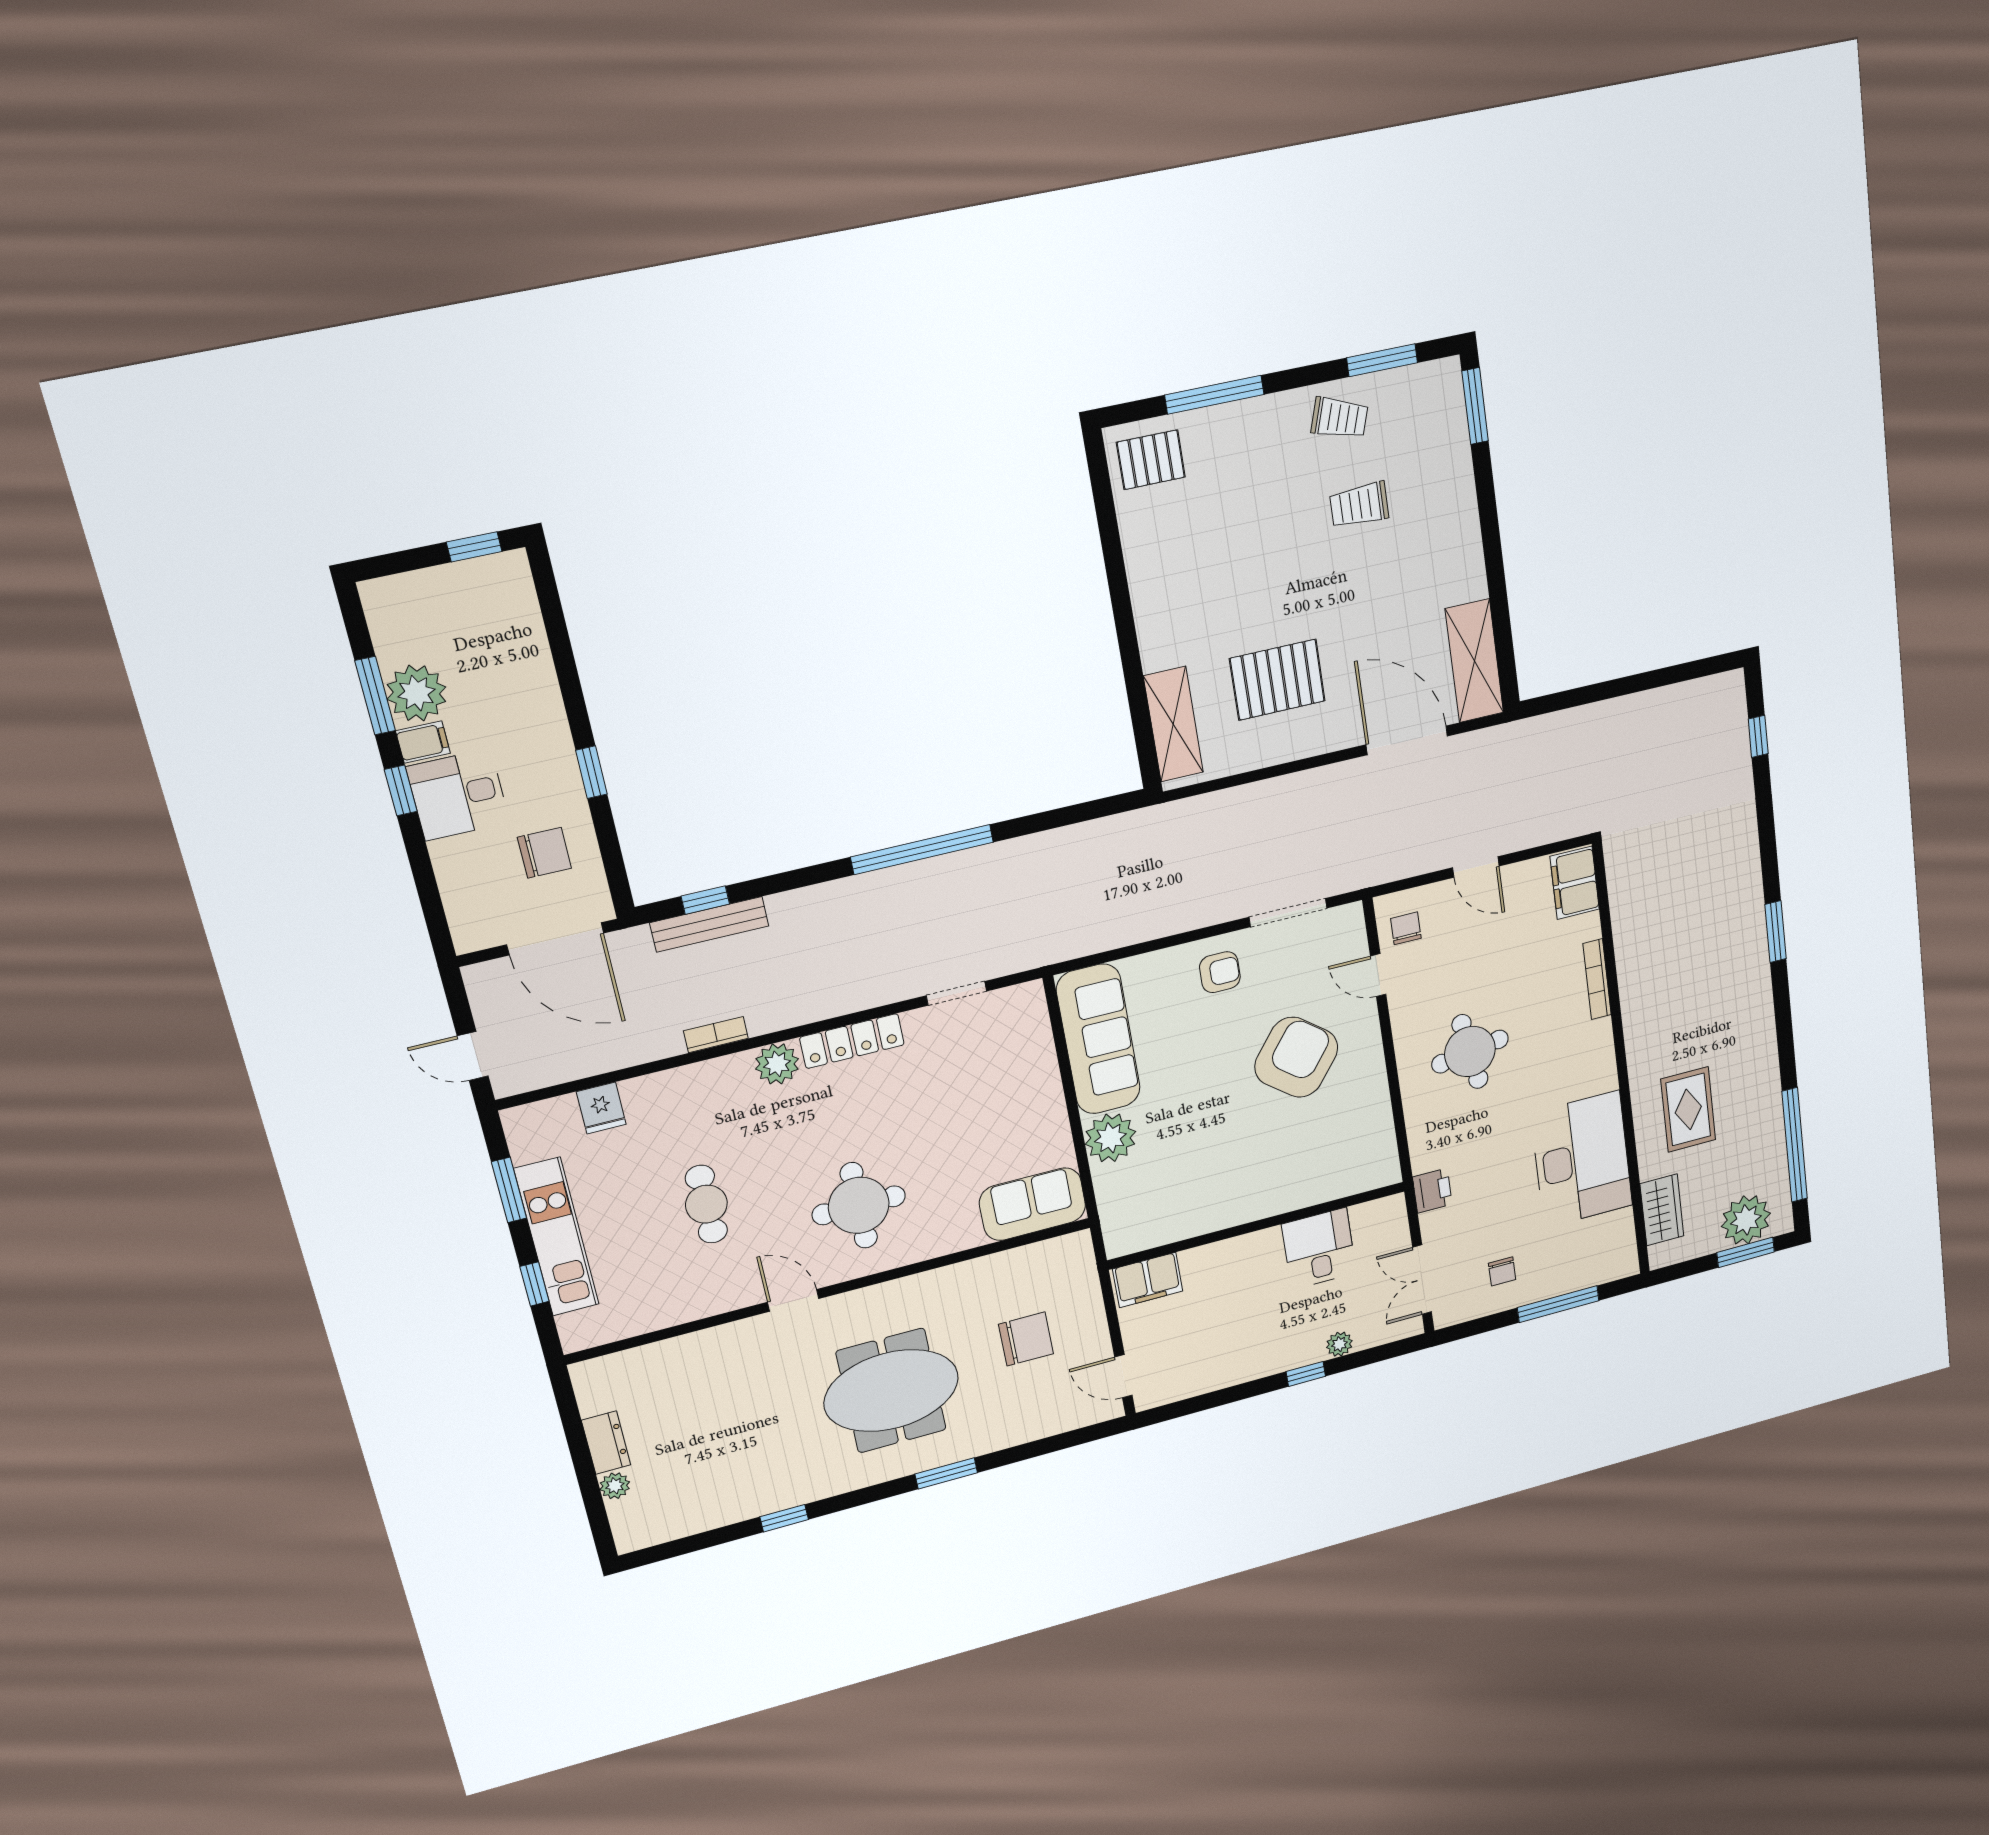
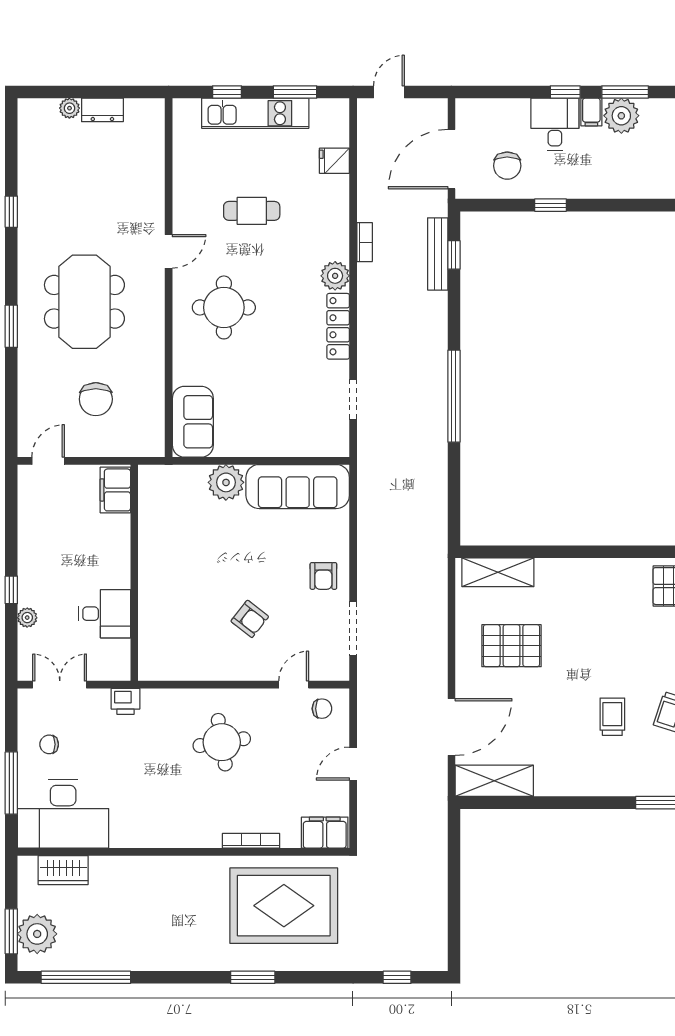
pallet: (1277, 680) -> (511, 646), turned 90
armchair: (1296, 1057) -> (250, 619), width x0.53, depth x0.53
rug: (1688, 1110) -> (284, 906), moved, width x1.86, depth x2.06
desk: (1582, 1159) -> (63, 814), moved

